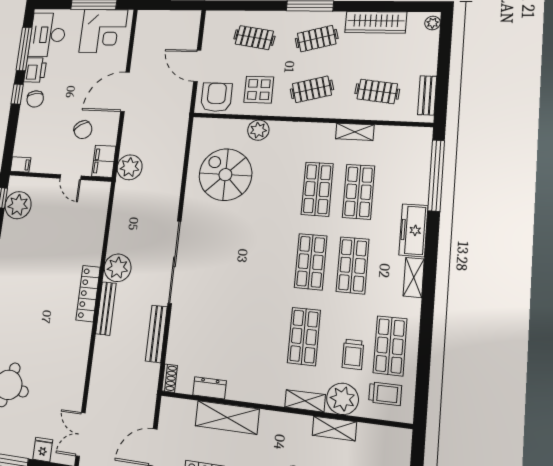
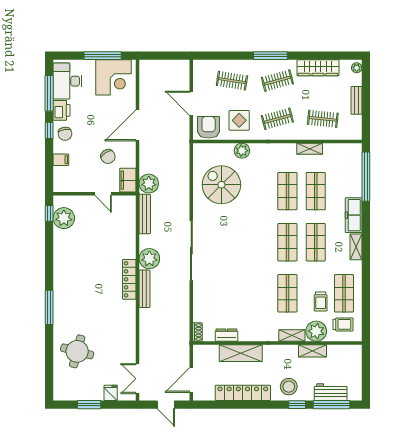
bench: (427, 95) -> (356, 100), moved
filing cabinet: (21, 164) -> (61, 160), moved
bench: (156, 334) -> (145, 214), moved

